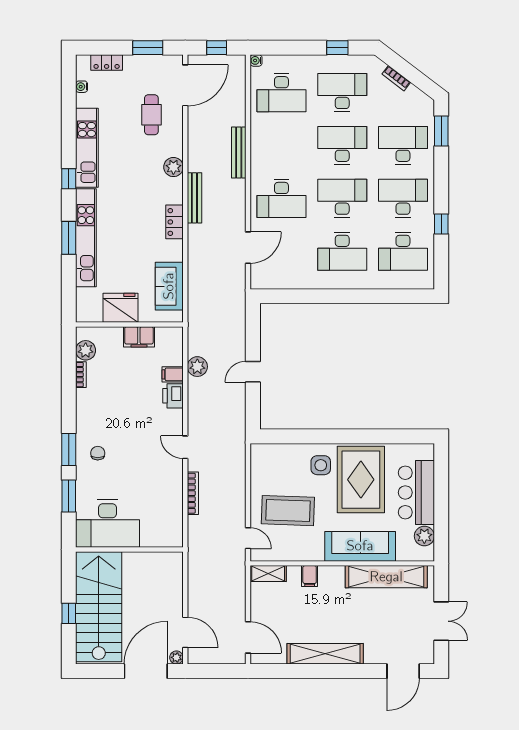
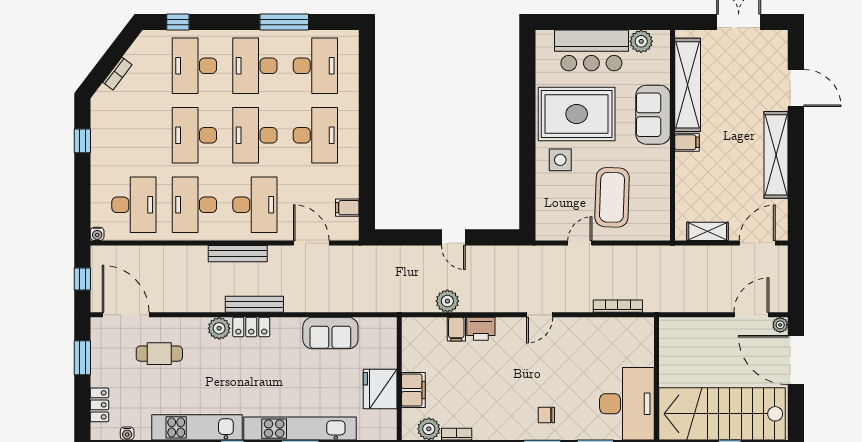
desk: (342, 93) -> (194, 205), moved
window: (441, 131) -> (178, 22), width x0.67
bench: (239, 153) -> (238, 254), moved
locker: (175, 222) -> (251, 327), moved
window: (441, 224) -> (284, 22), width x2.17
filing cabinet: (279, 279) -> (347, 208), added
sofa: (169, 286) -> (330, 333), moved
filing cabinet: (139, 337) -> (413, 390), moved
bookcase: (193, 493) -> (618, 306), moved
door: (248, 538) -> (580, 243), moved
sofa: (360, 546) -> (653, 115), width x0.73
shelving: (268, 574) -> (708, 231), moved, turned 90
filing cabinet: (310, 576) -> (687, 142), moved
door: (403, 671) -> (796, 88), moved

